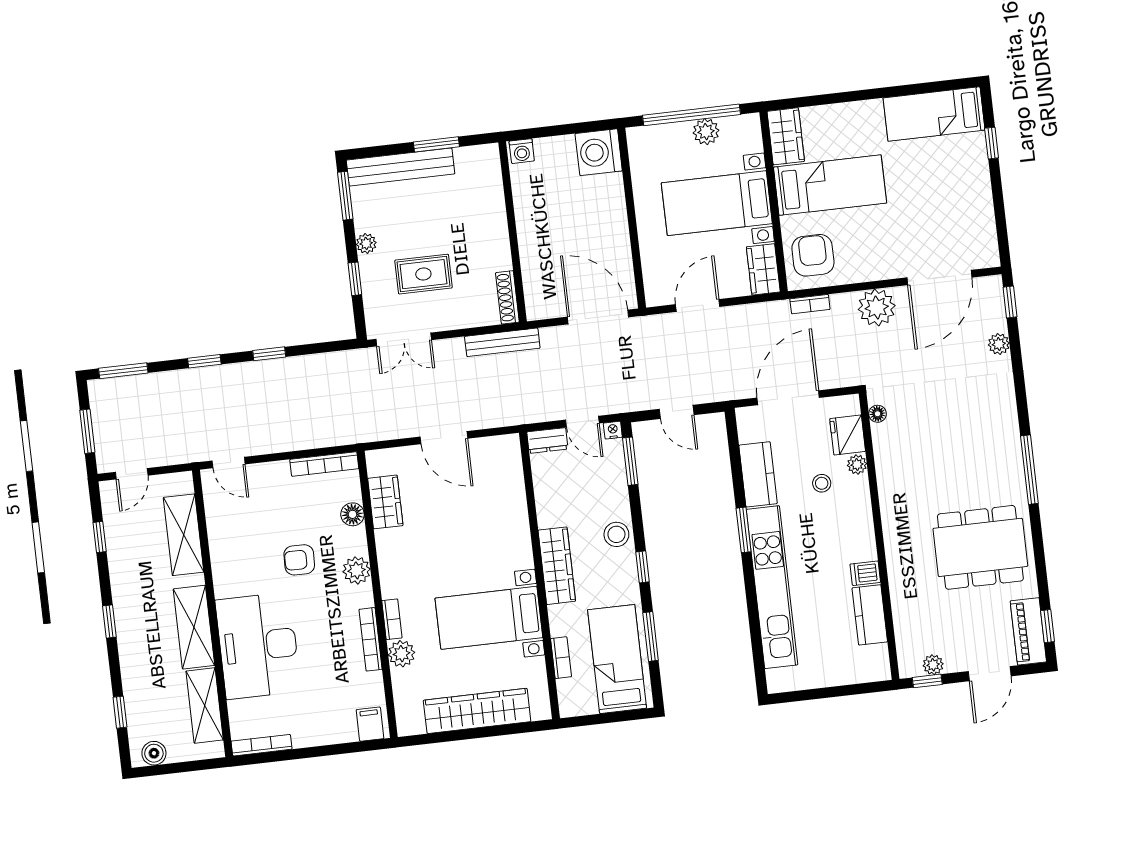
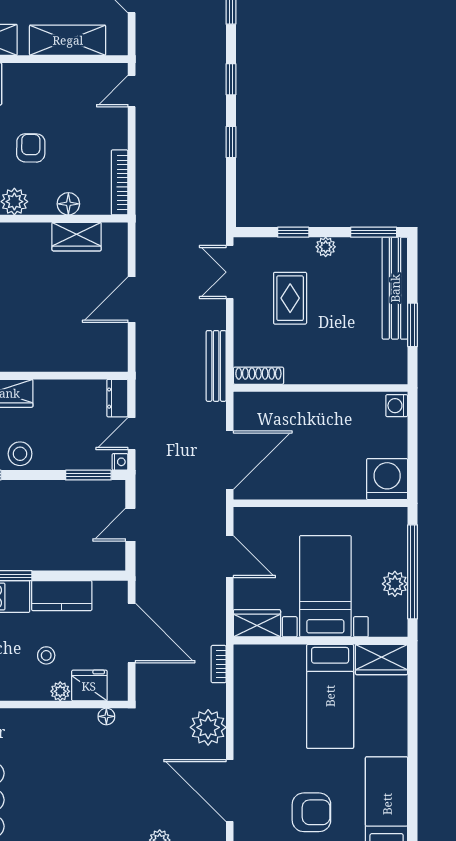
armchair: (813, 255) -> (311, 812), moved

